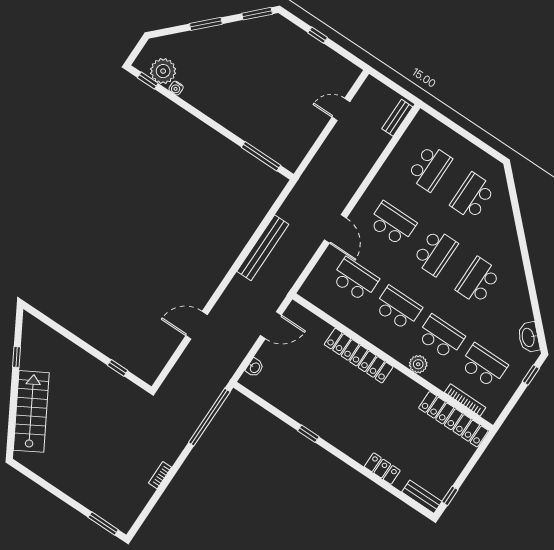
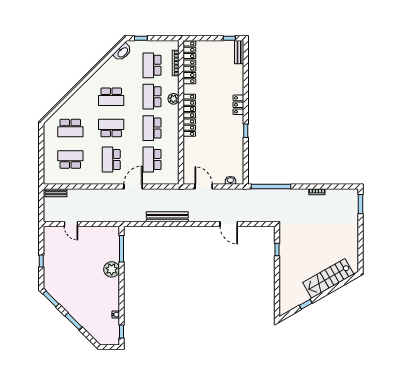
plant: (163, 71) -> (112, 269), moved
locker: (359, 356) -> (189, 115), moved
locker: (382, 469) -> (238, 105), moved

